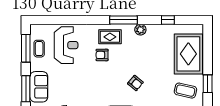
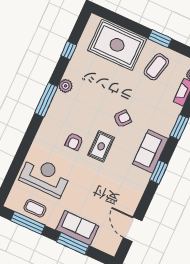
rug: (110, 37) -> (101, 146), moved

